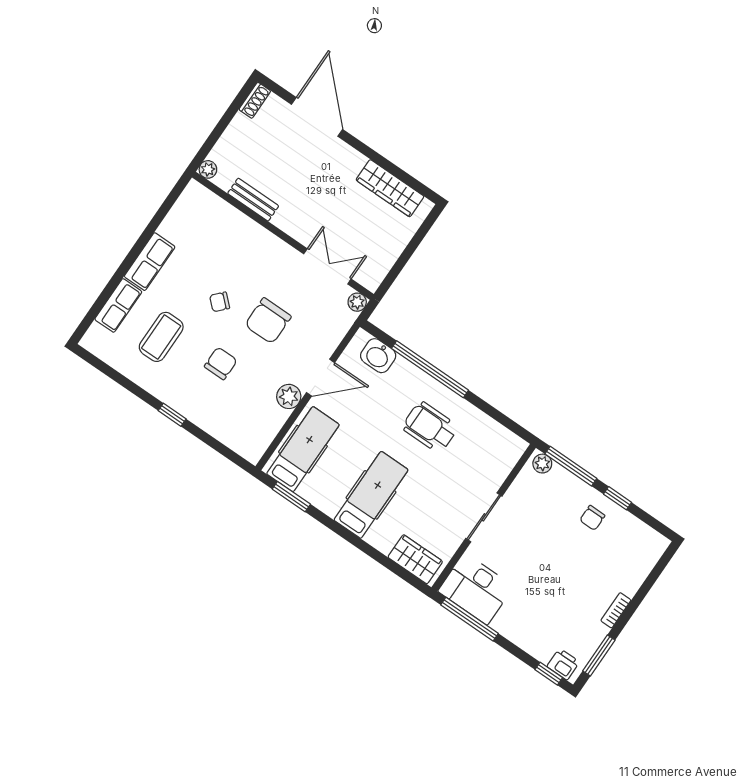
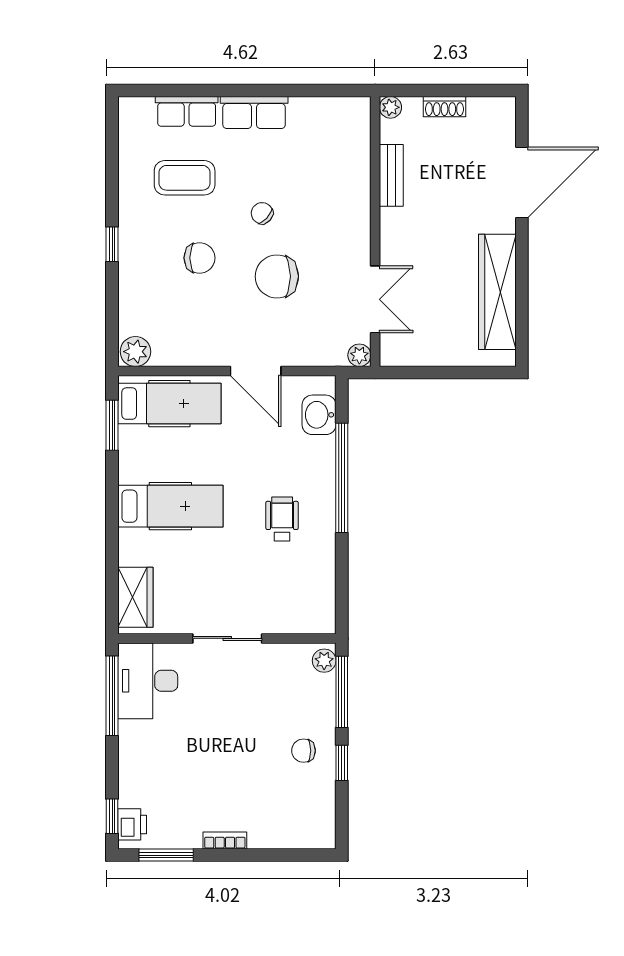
shoe rack: (255, 100) -> (444, 107), moved
wardrobe: (390, 188) -> (497, 292), width x1.40, depth x1.17
plant: (289, 396) -> (135, 352), moved
wheelchair: (430, 427) -> (282, 519), width x0.73, depth x0.73

